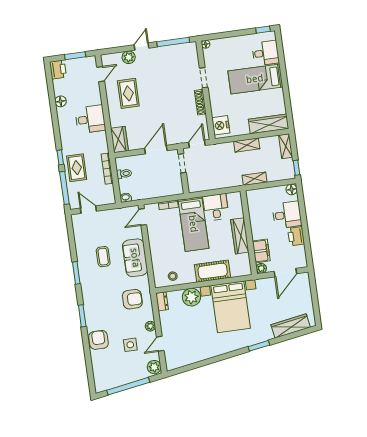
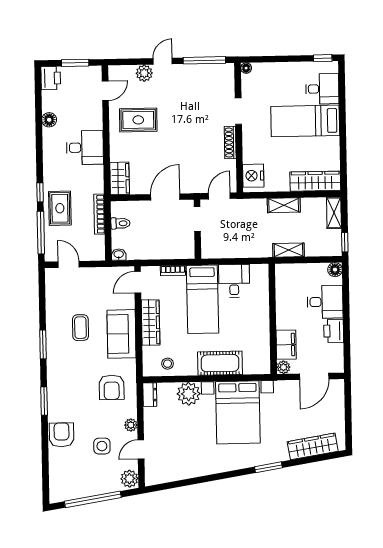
rug: (128, 93) -> (138, 120), turned 90
wardrobe: (240, 236) -> (151, 322), moved, turned 180
armchair: (132, 299) -> (112, 387), turned 90

